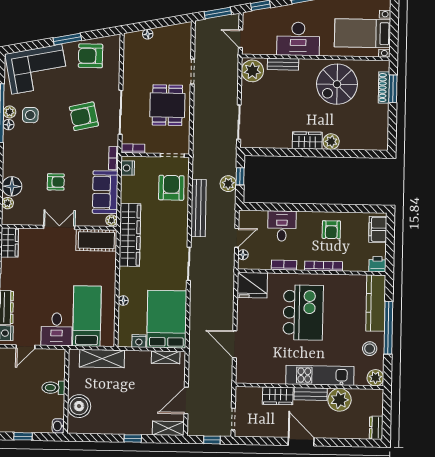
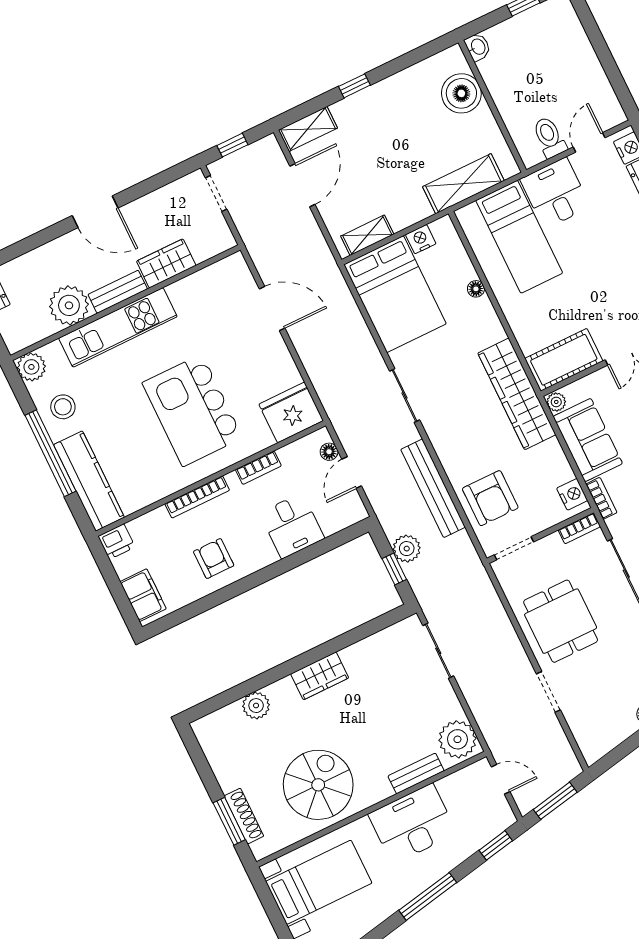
plant: (331, 142) -> (256, 706), moved
toilet: (53, 388) -> (549, 137), moved, turned -90

